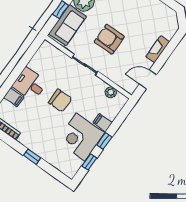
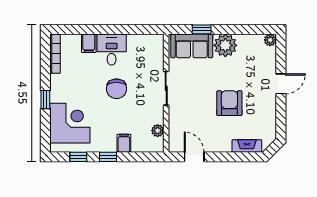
armchair: (109, 39) -> (229, 103), moved
fireplace: (158, 49) -> (247, 146), moved
corner desk: (81, 137) -> (70, 123), moved, turned 90

